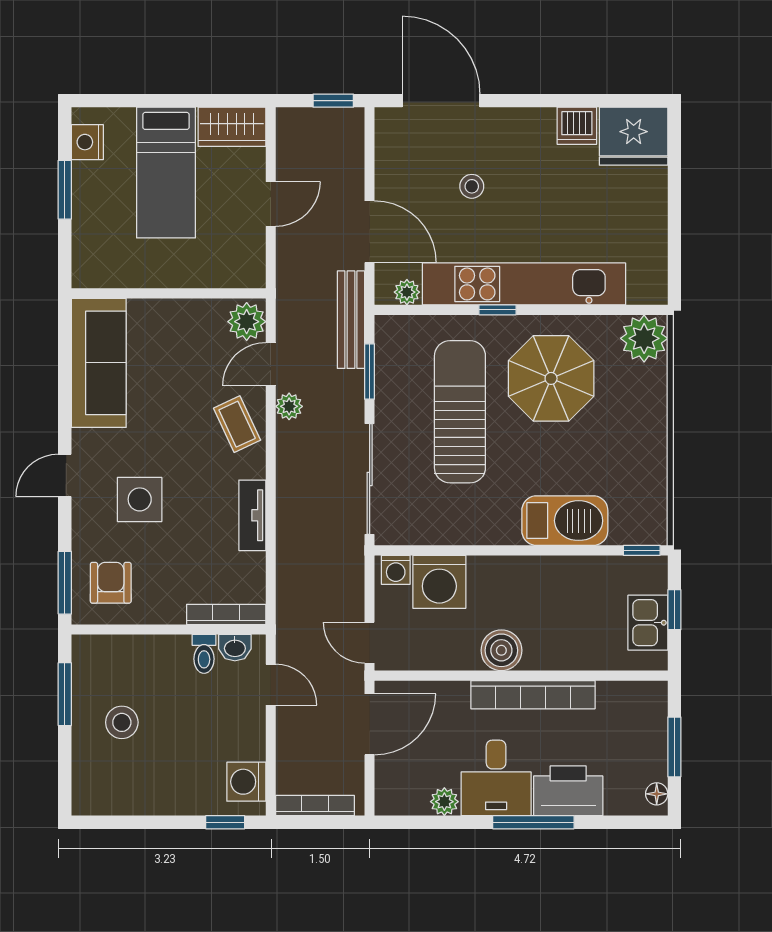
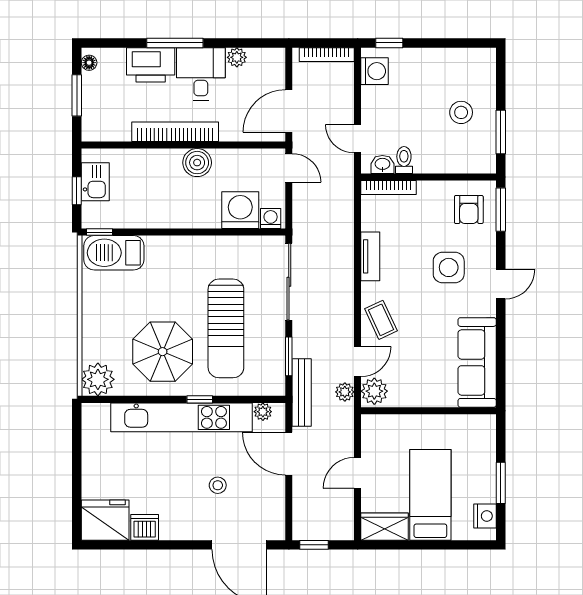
plant: (289, 406) -> (345, 392), moved
barbecue: (565, 521) -> (114, 253), moved

